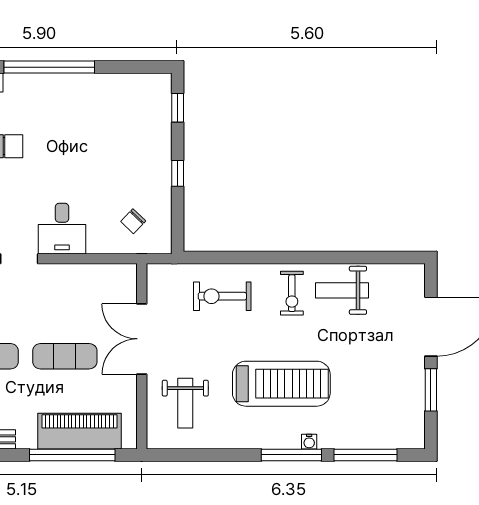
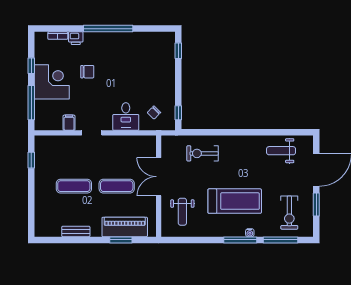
window: (178, 173) -> (178, 113), moved
desk: (62, 229) -> (126, 117), moved
weight bench: (342, 290) -> (281, 151), moved
exercise bike: (292, 293) -> (289, 213), moved, width x1.38, depth x1.39
window: (72, 455) -> (121, 240), width x0.47

